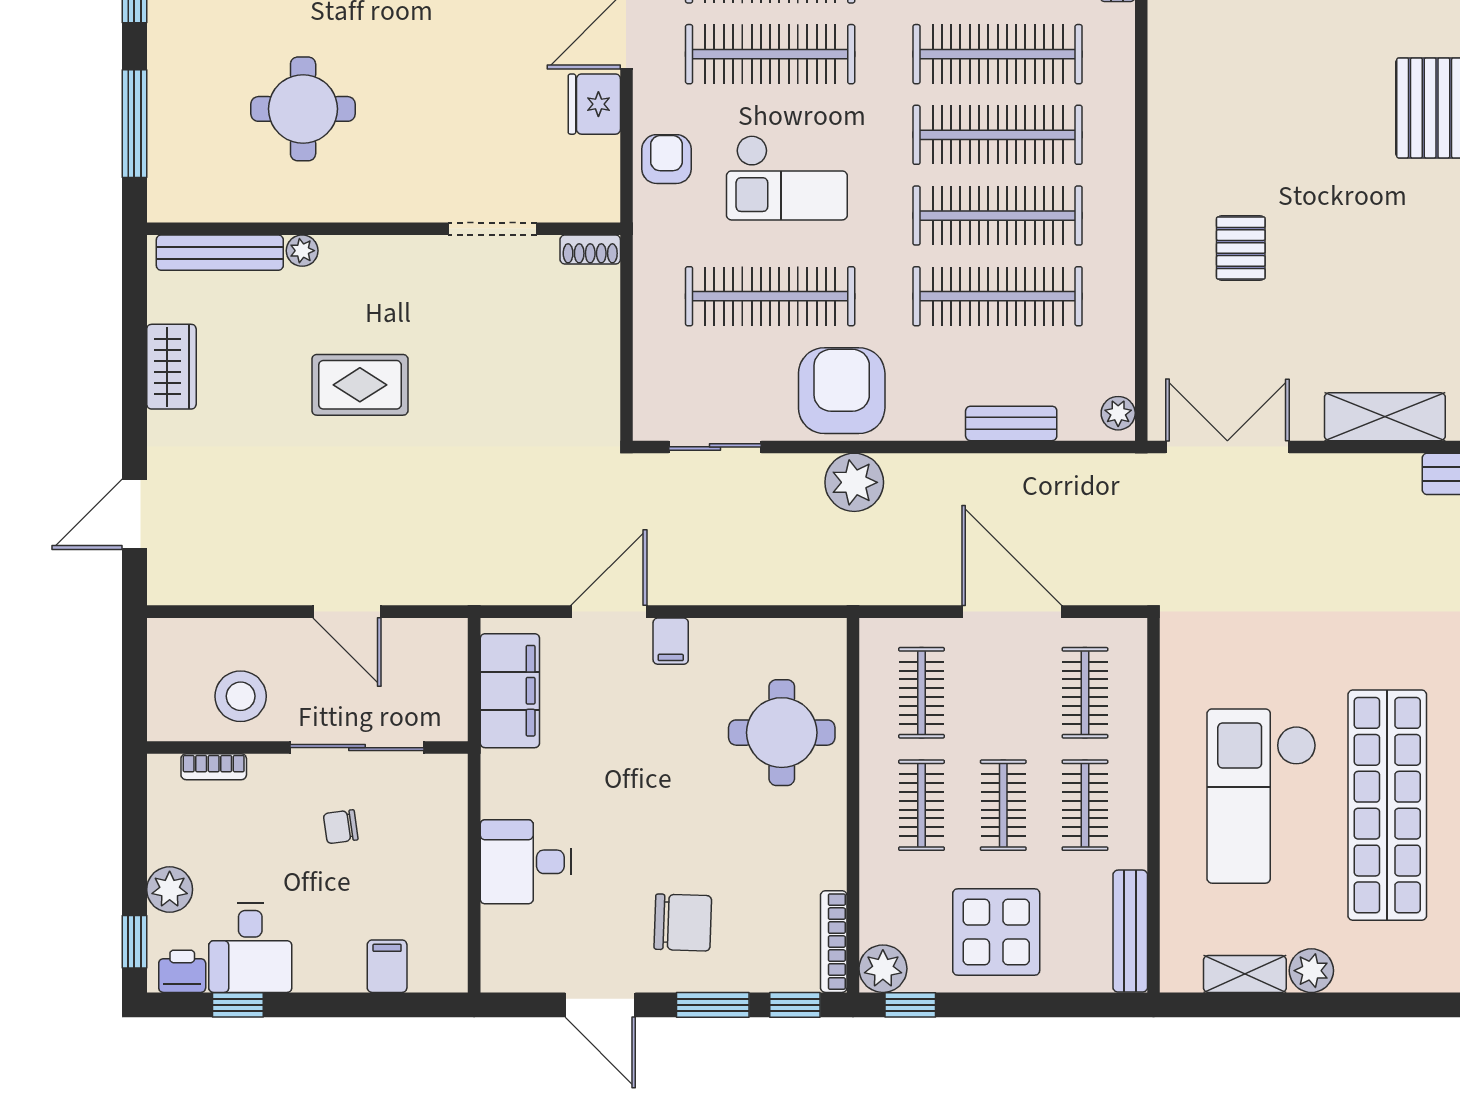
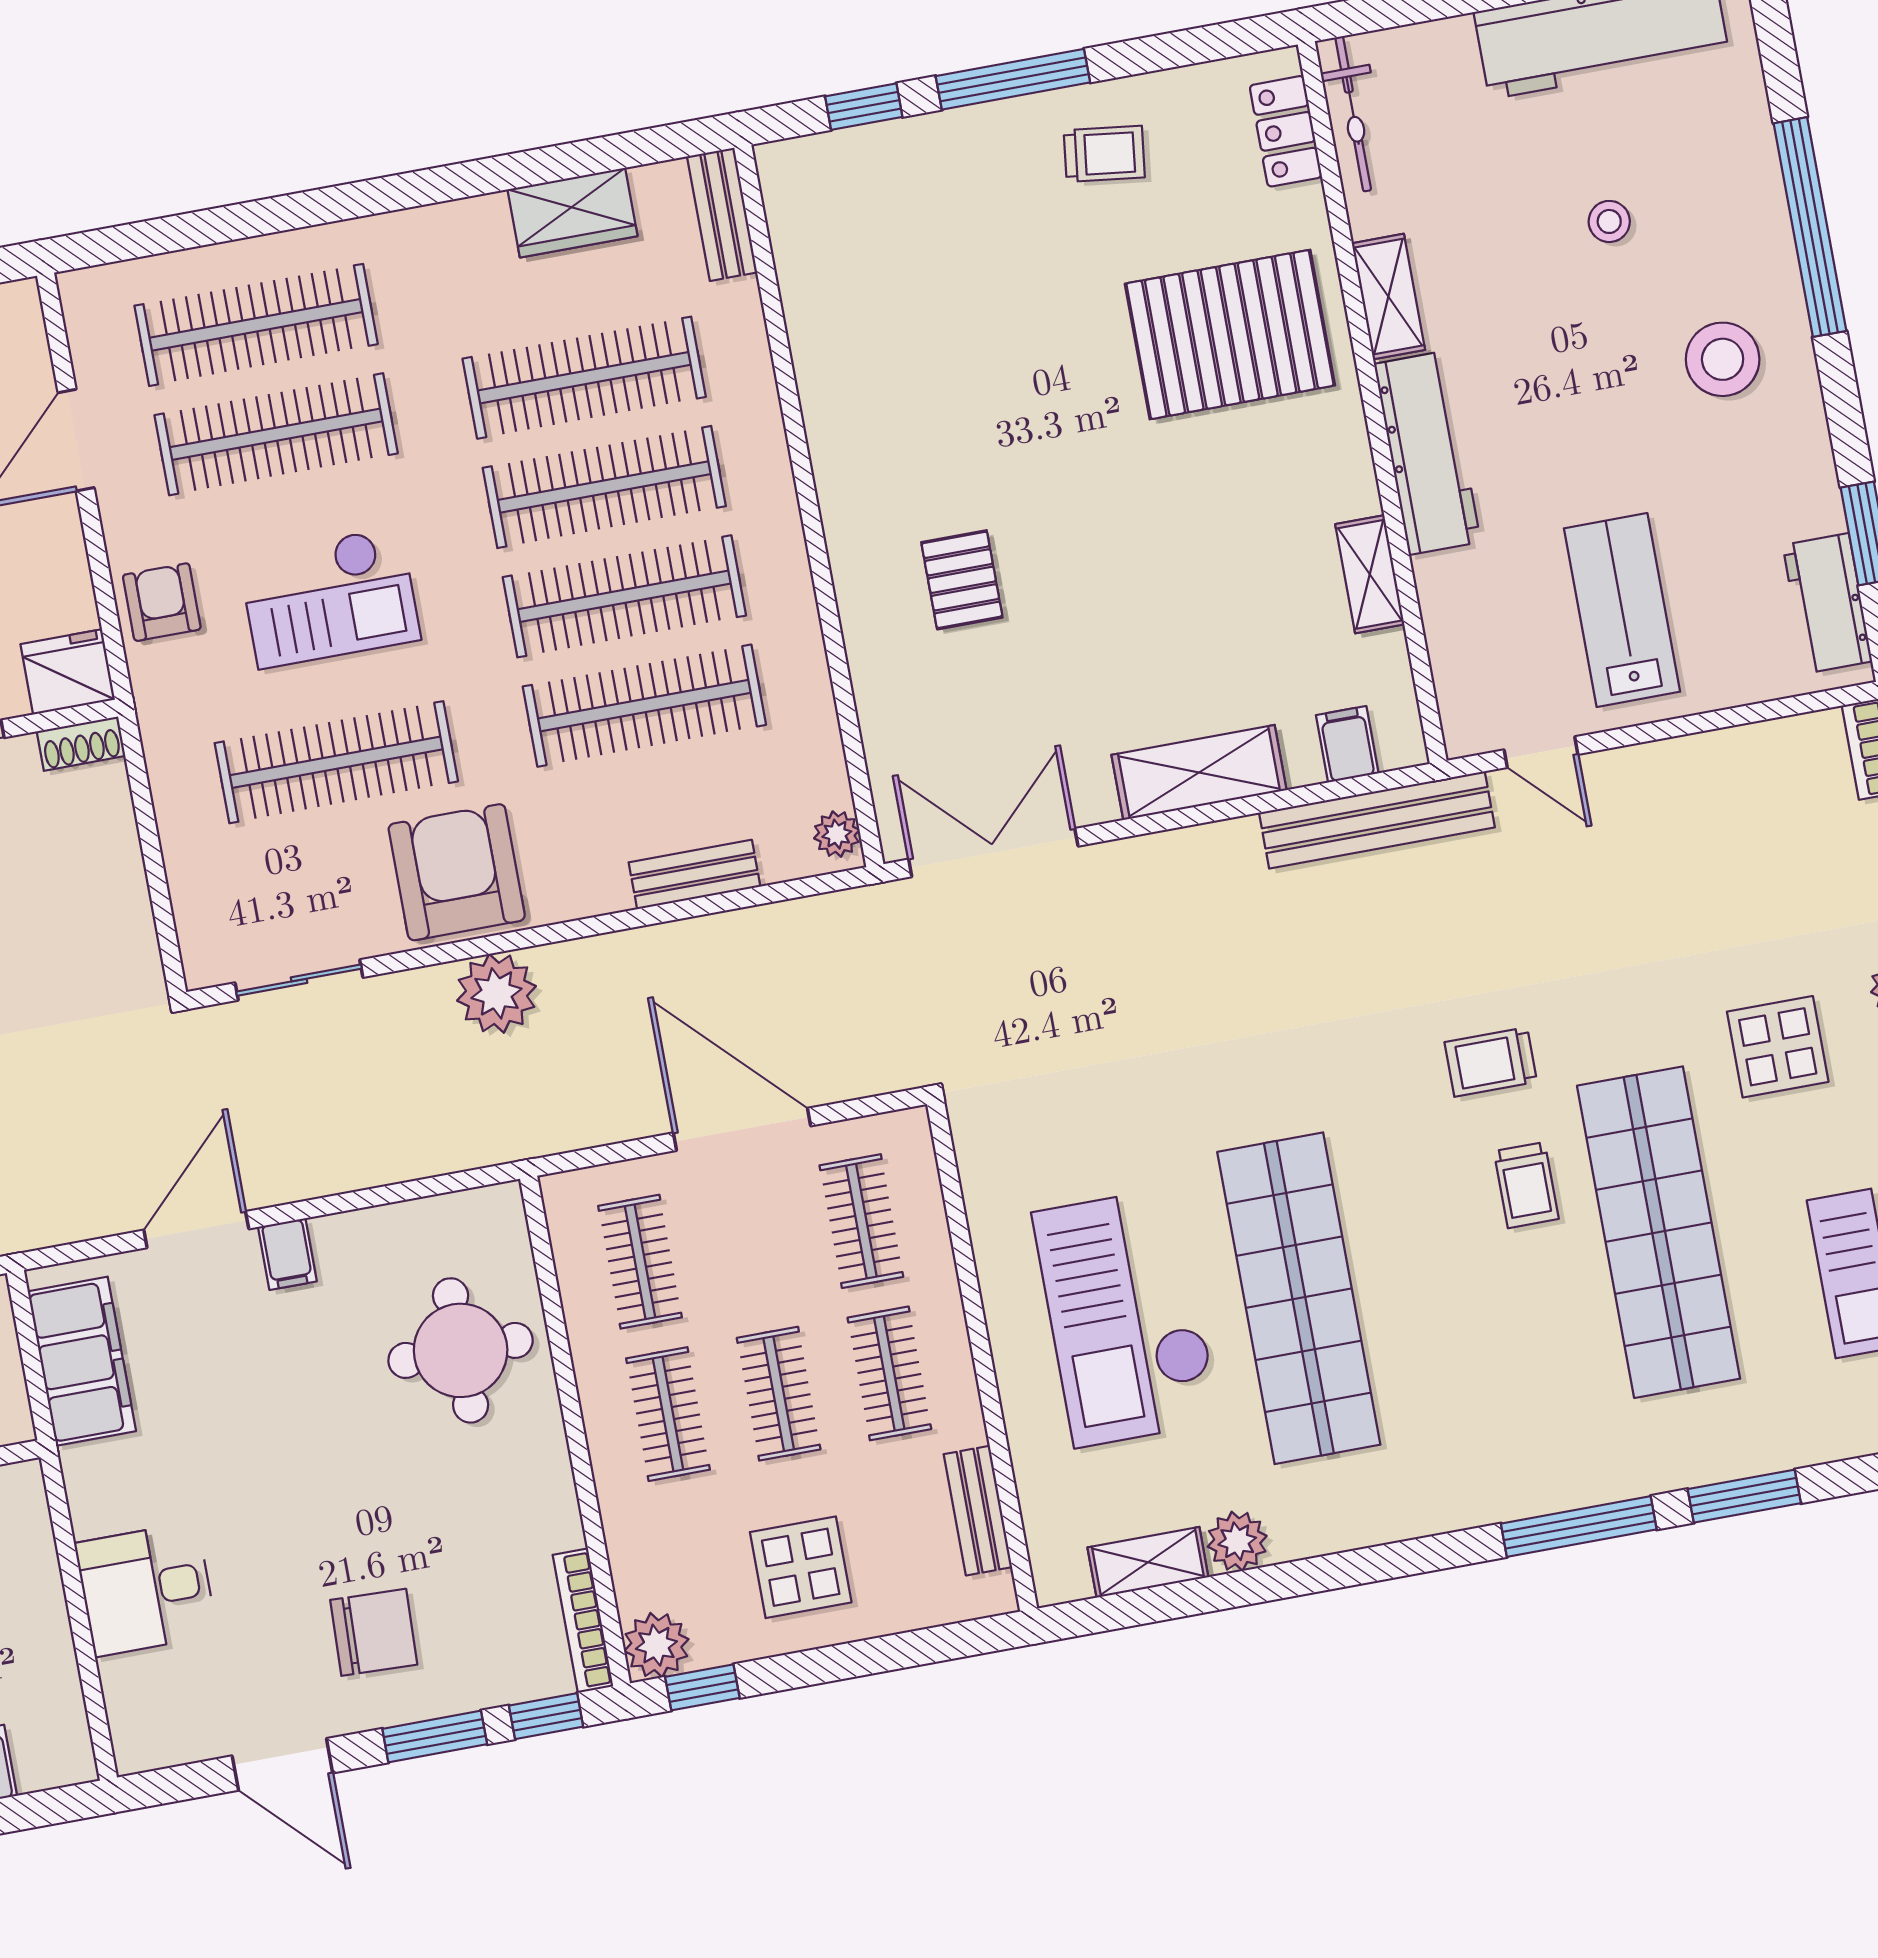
fridge: (594, 104) -> (68, 672), moved, turned 90
bench: (1130, 931) -> (978, 1511), width x0.73
display table: (996, 932) -> (801, 1567), width x0.73, depth x0.73

